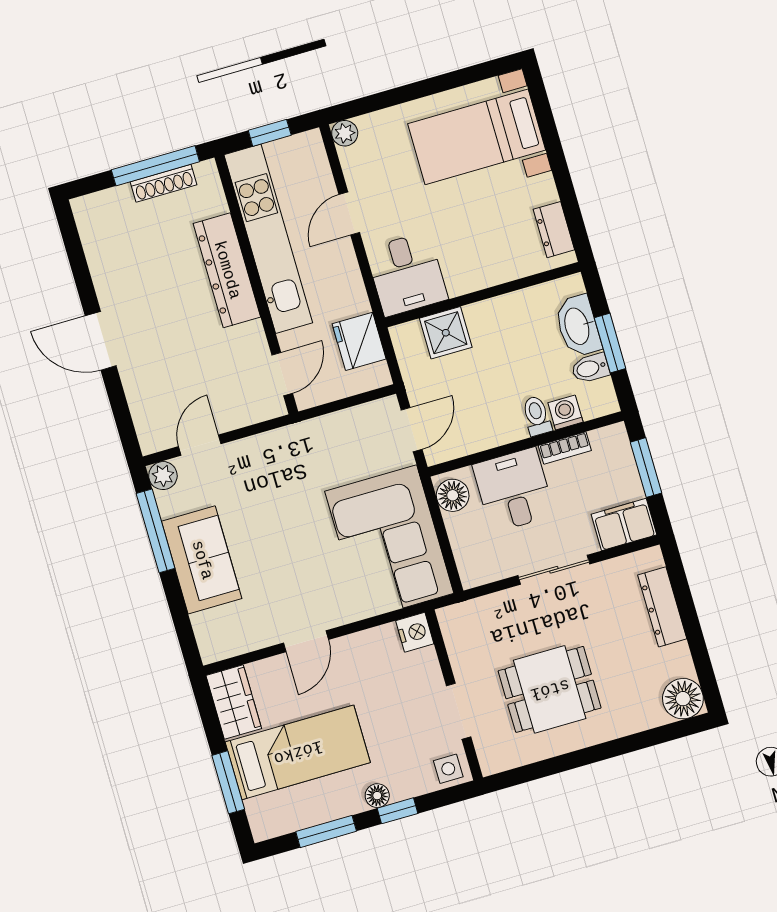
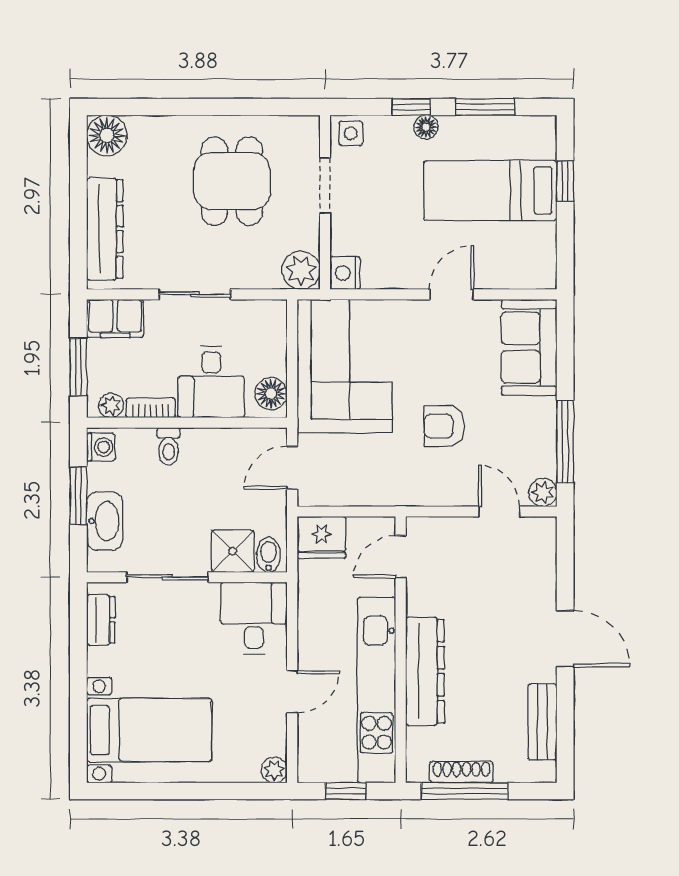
bench: (100, 254) -> (542, 722), added
sliding door: (502, 289) -> (167, 577), added
fridge: (359, 341) -> (321, 537), moved, turned 90
bidet: (590, 368) -> (269, 555), moved, turned -90
washing machine: (565, 412) -> (101, 447), moved, turned -90
plant: (604, 439) -> (111, 405), added
door: (200, 445) -> (499, 511), swing flipped
armchair: (276, 512) -> (444, 426), added
sofa: (202, 560) -> (529, 347), moved
dresser: (662, 607) -> (105, 229), width x1.37, depth x1.24
plant: (458, 623) -> (301, 270), added
dining table: (550, 689) -> (232, 181), turned 90
wardrobe: (234, 702) -> (538, 256), removed
window: (228, 782) -> (565, 181), width x0.67

